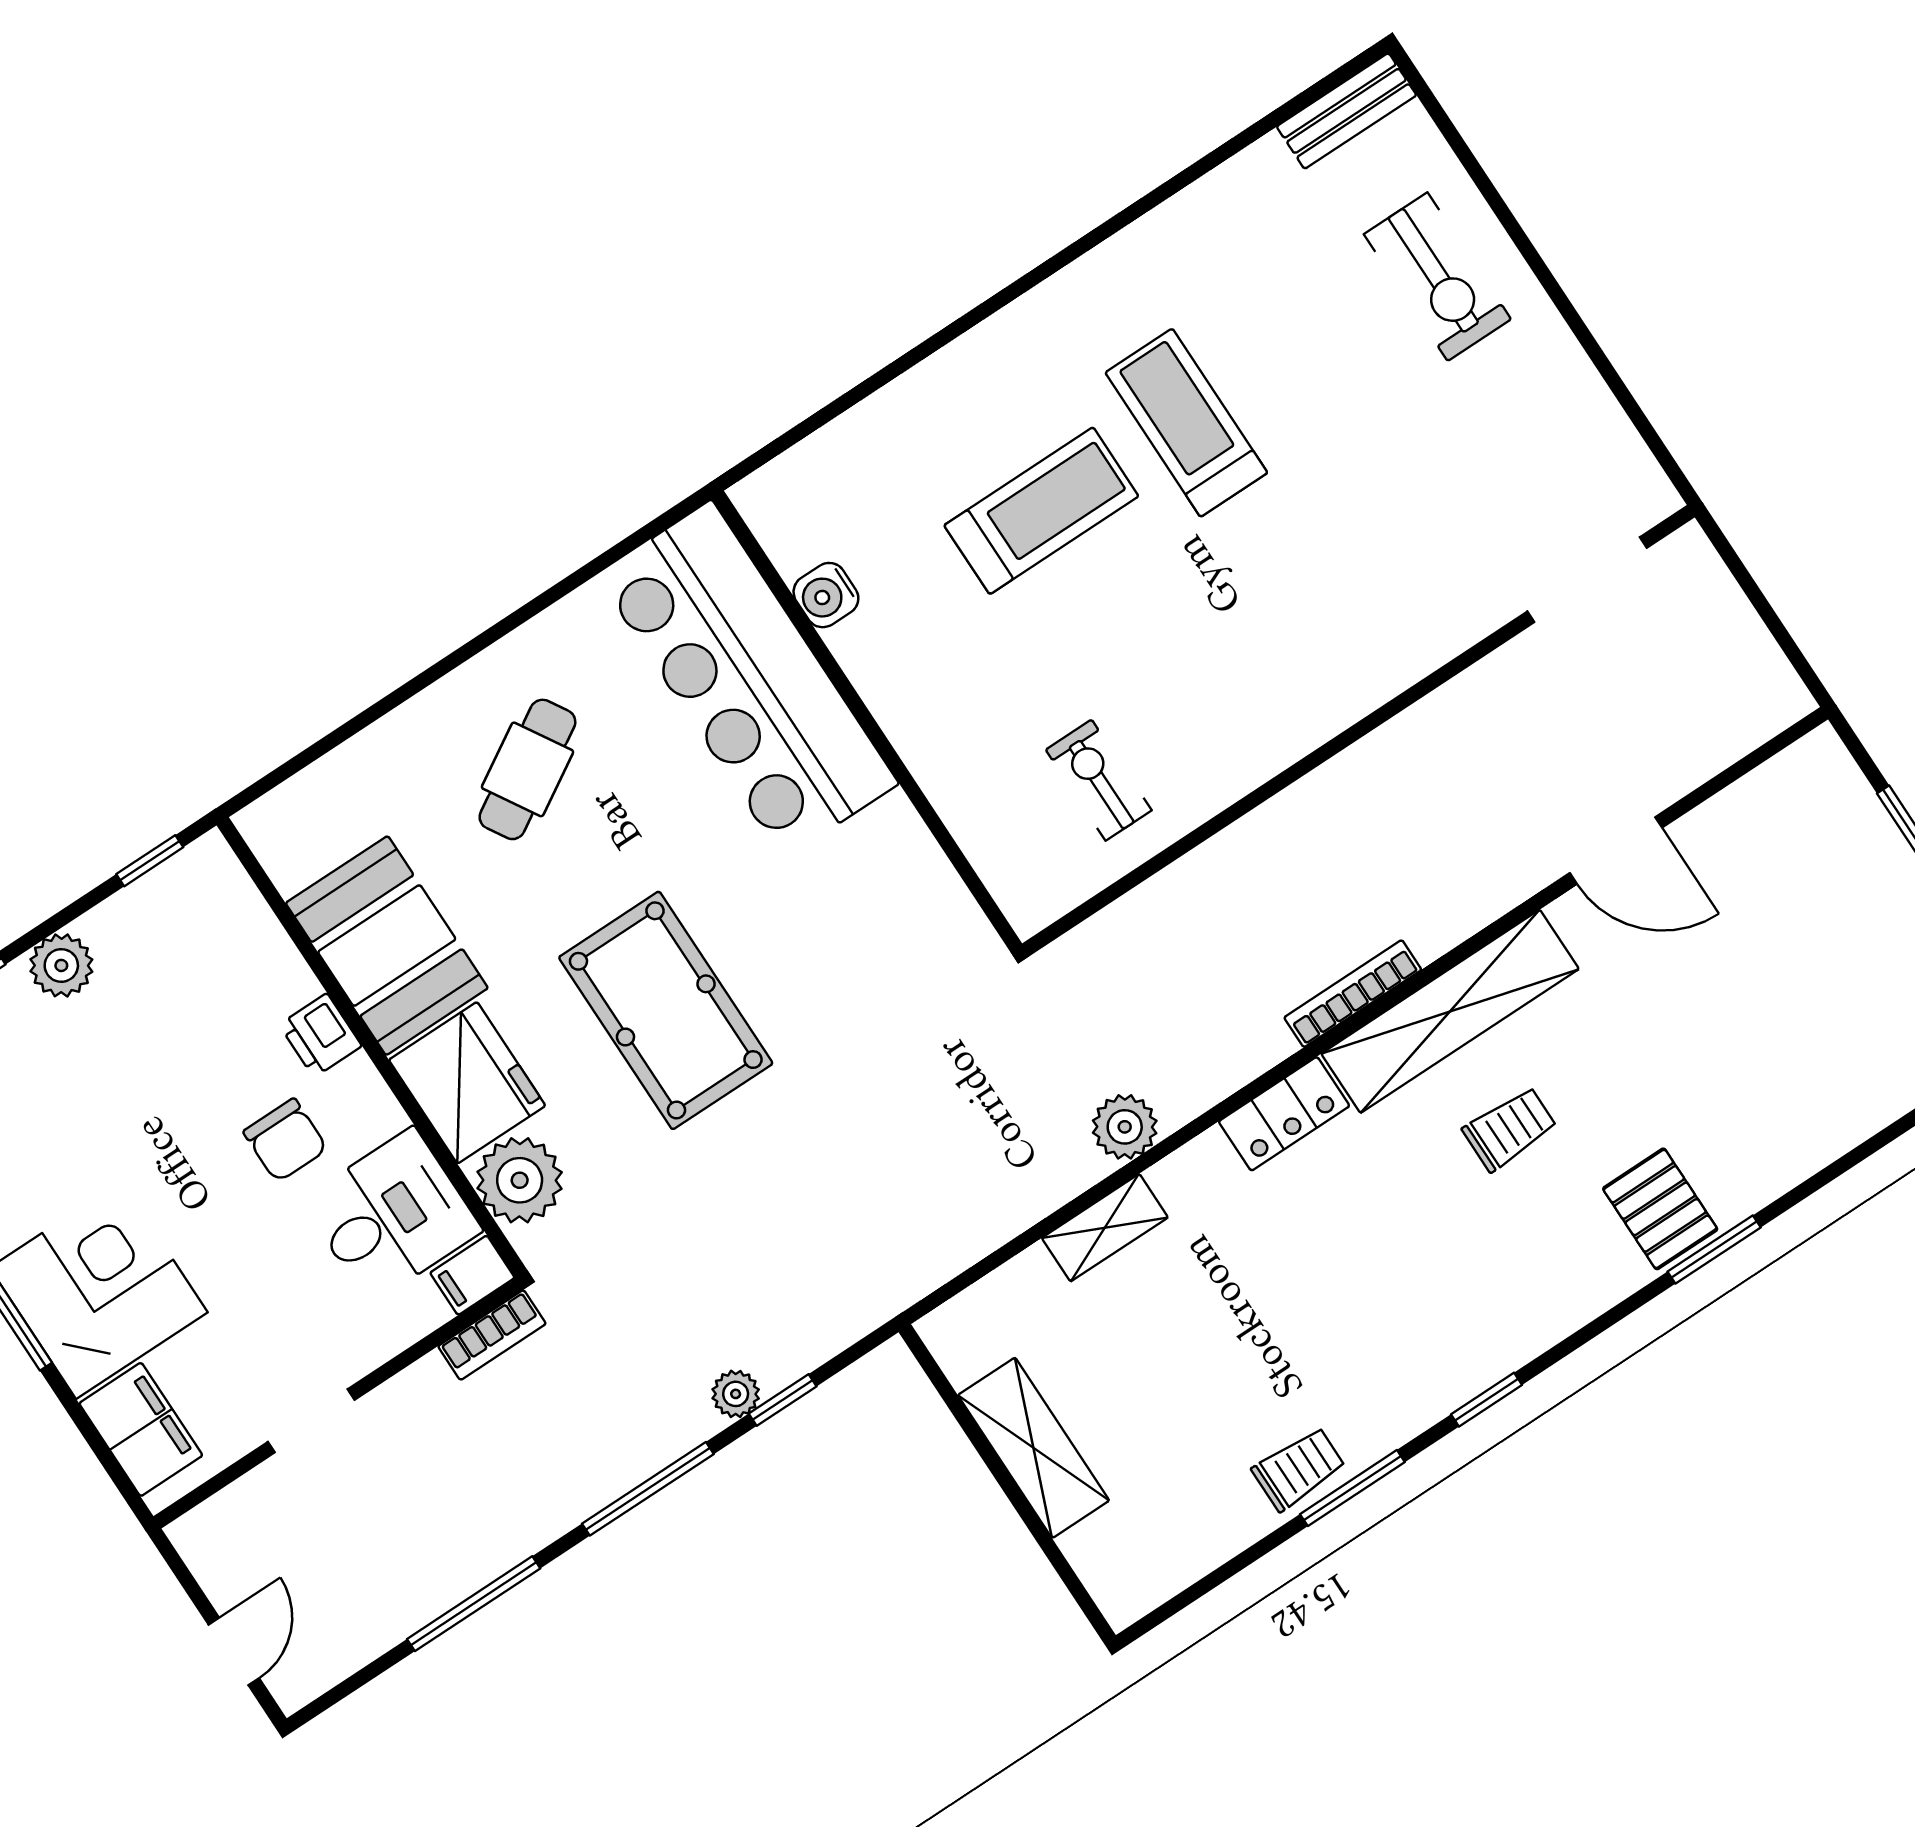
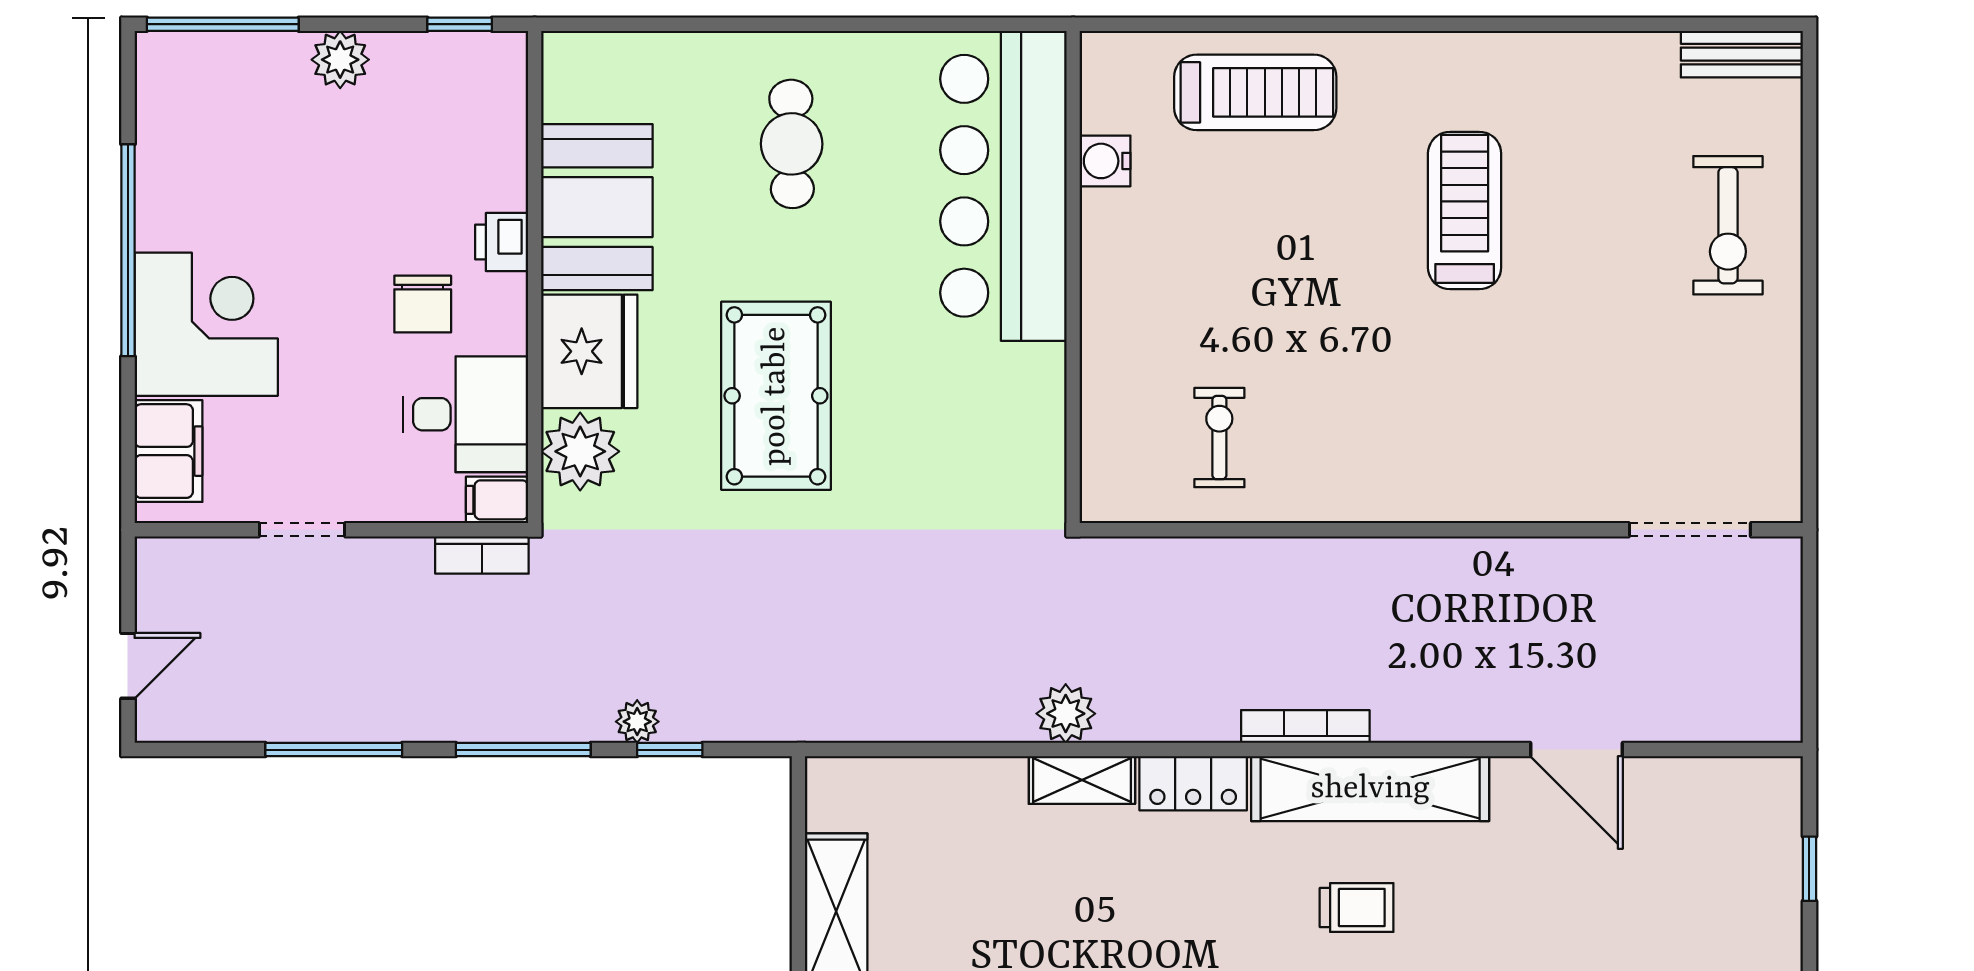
treadmill: (1041, 511) -> (1255, 92), moved
cafe table: (527, 769) -> (792, 144), turned -60
shelving: (1105, 1228) -> (1082, 780), moved

